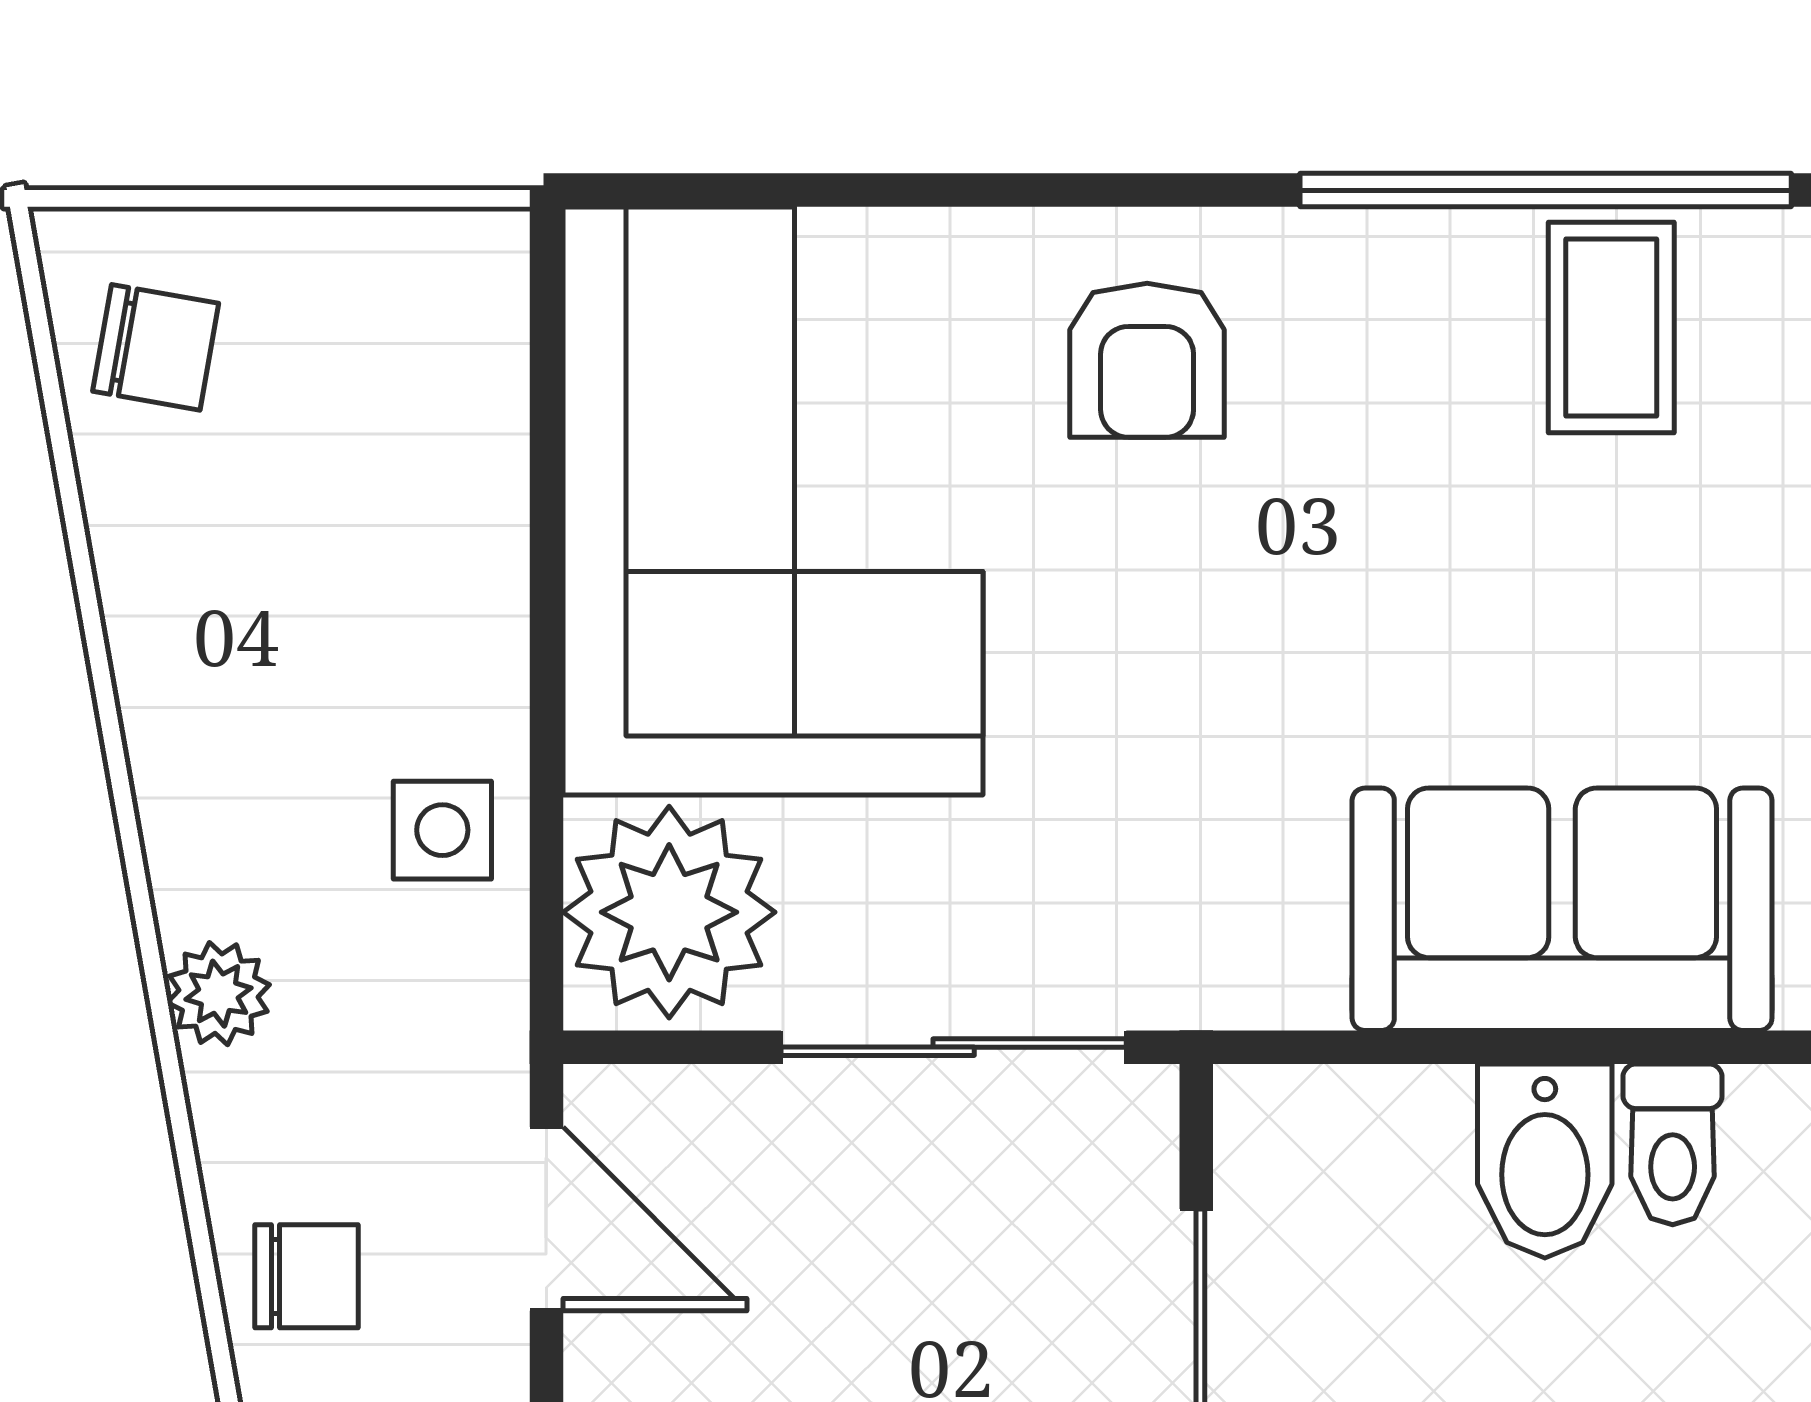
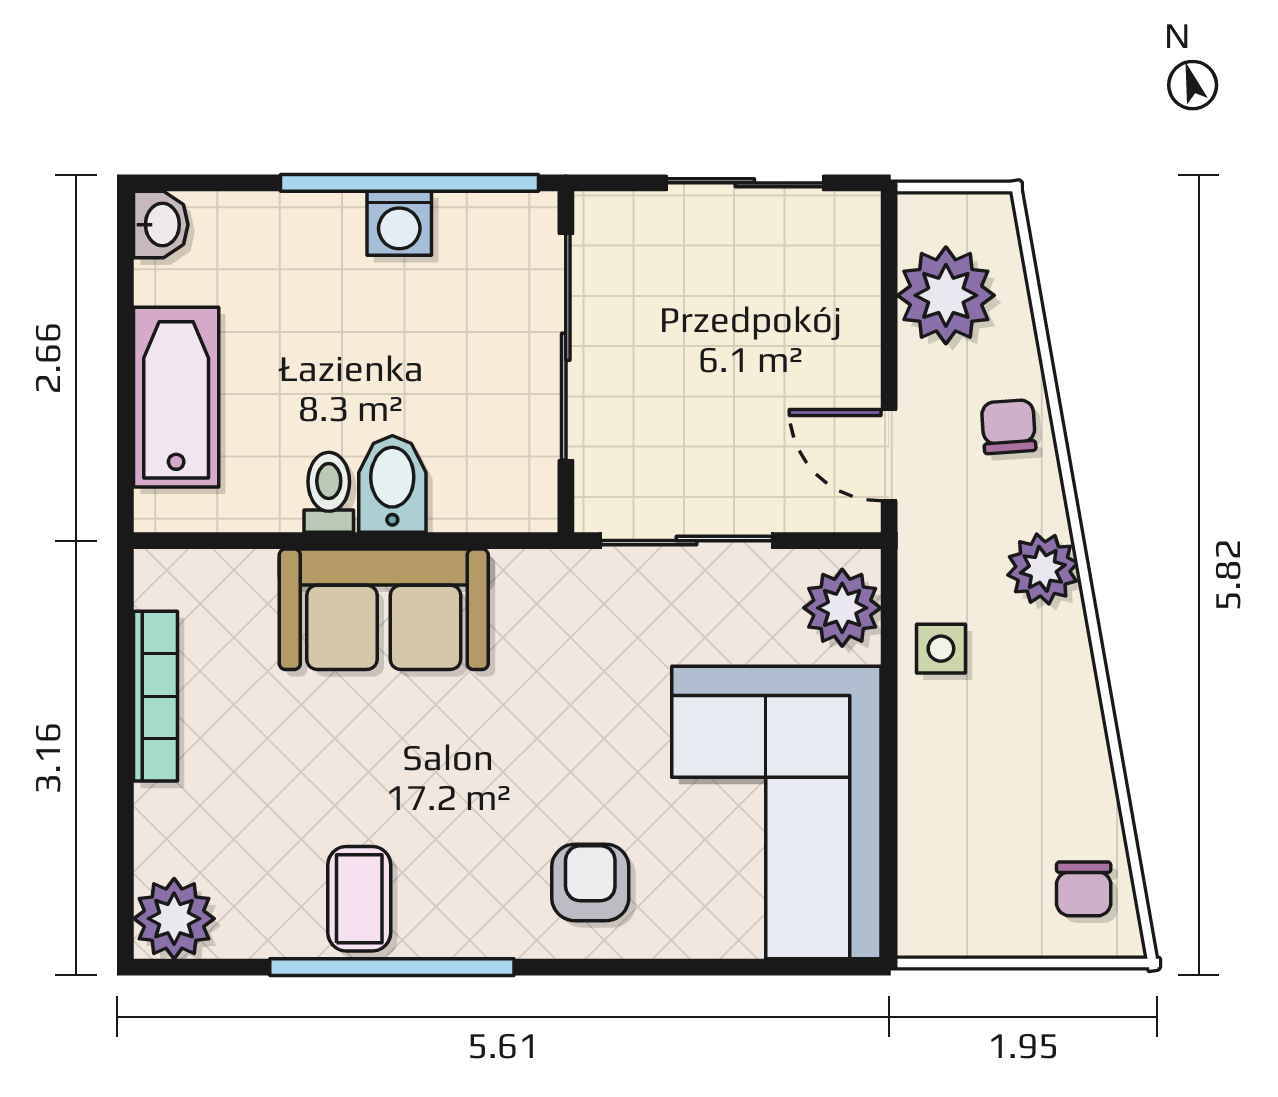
chair: (156, 347) -> (1084, 889), turned -100
plant: (669, 912) -> (842, 608), width x0.73, depth x0.73
plant: (218, 994) -> (1043, 569), width x1.38, depth x1.38
chair: (306, 1276) -> (1009, 427), turned 86

